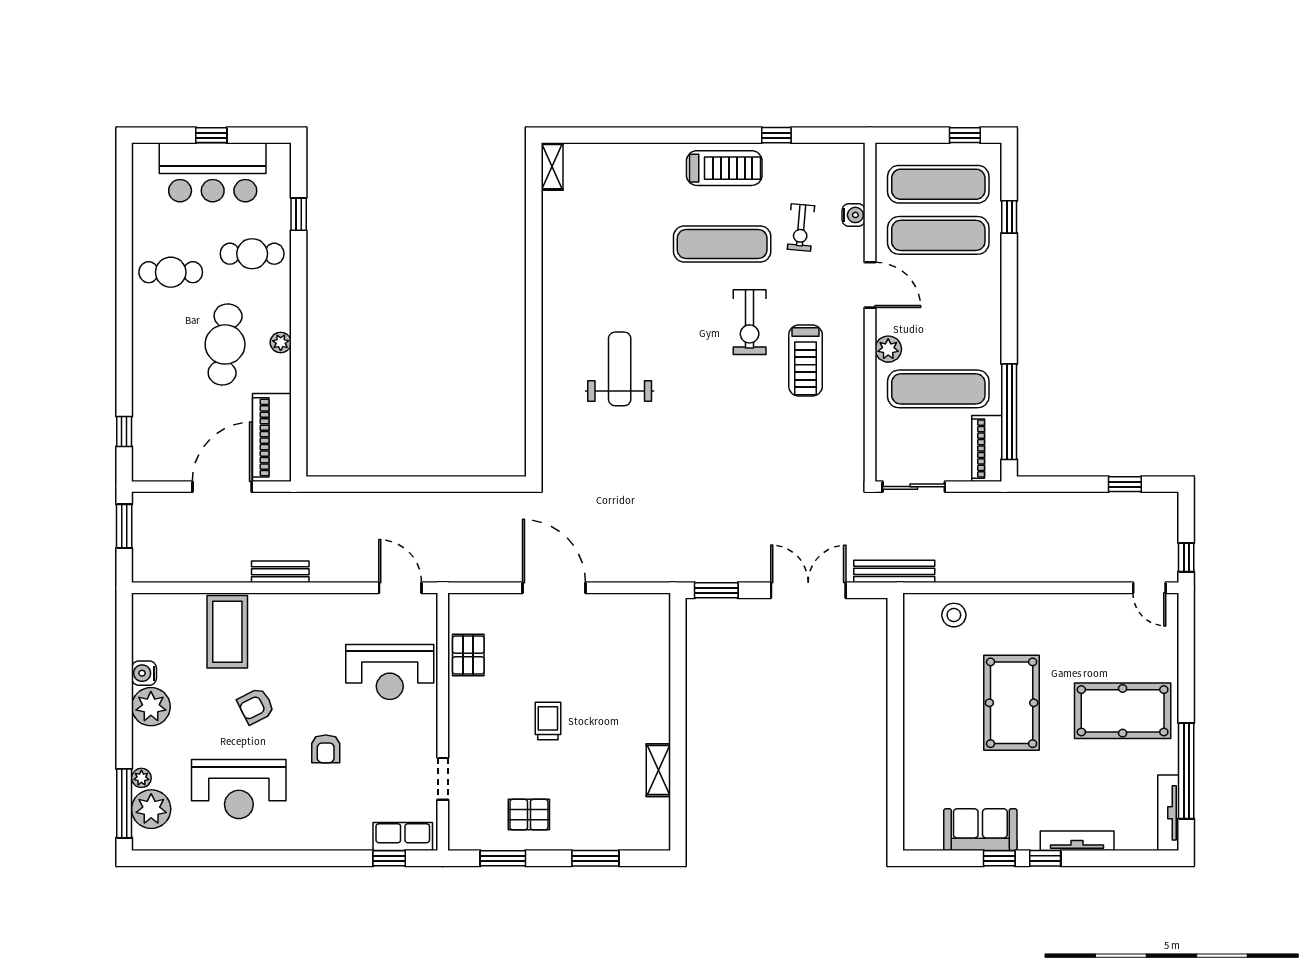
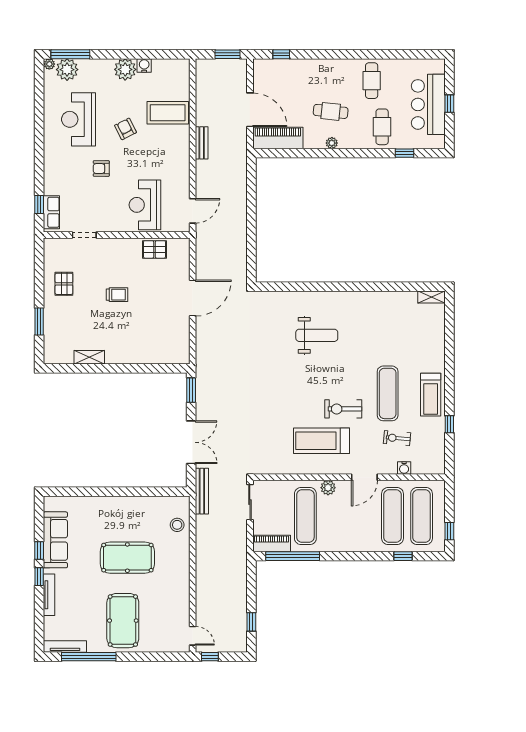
cafe table: (225, 344) -> (331, 111), width x0.73, depth x0.74
treadmill: (806, 361) -> (322, 441), width x1.37, depth x1.38
door: (1149, 588) -> (193, 636), swing flipped
plant: (141, 778) -> (49, 64), moved
sofa: (980, 830) -> (55, 540), width x1.36
window: (503, 858) -> (39, 269), removed

